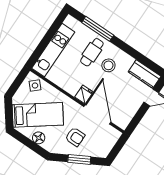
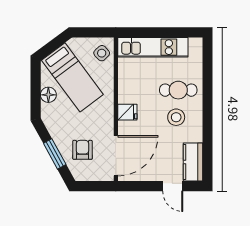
window: (98, 29) -> (207, 79), removed
door: (97, 114) -> (116, 156), moved
armchair: (75, 137) -> (82, 150), moved, turned 180

